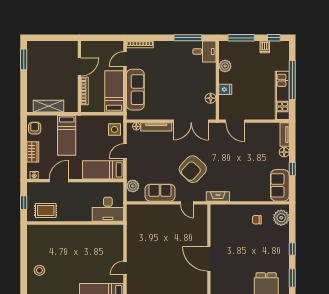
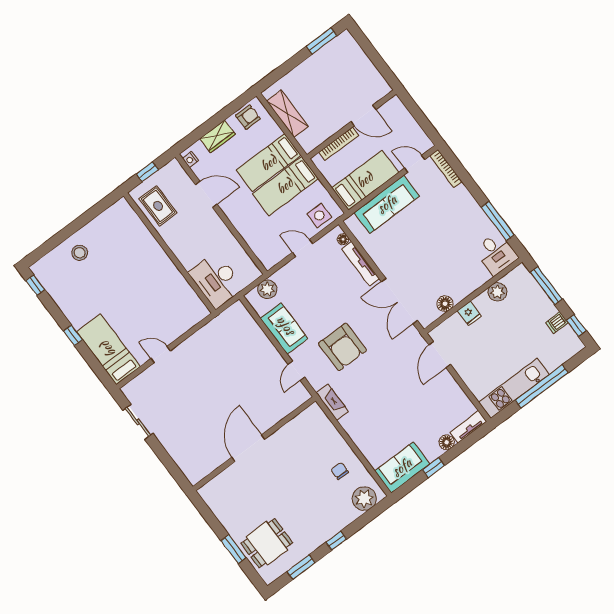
armchair: (193, 169) -> (343, 347), turned -133
bed: (103, 170) -> (285, 186), moved, turned -90

